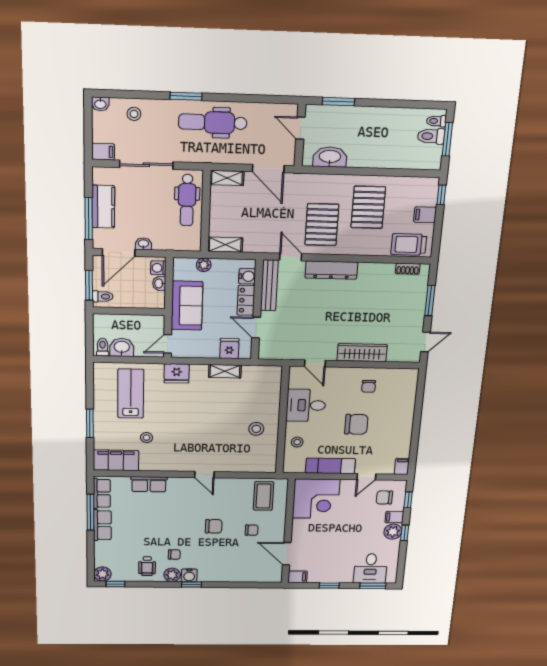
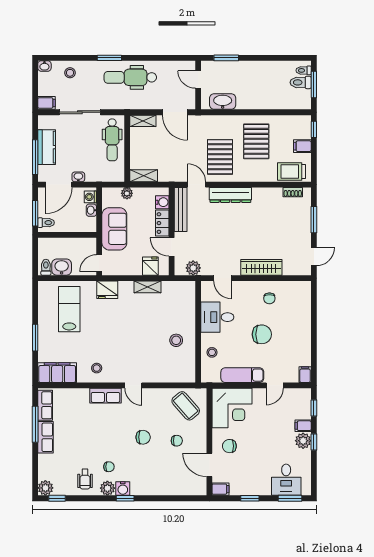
plant: (281, 352) -> (193, 268), added
stool: (147, 438) -> (97, 368), moved
row of seats: (149, 484) -> (105, 396), moved
coffee table: (264, 496) -> (186, 406), turned -41
chair: (384, 497) -> (229, 446), moved

